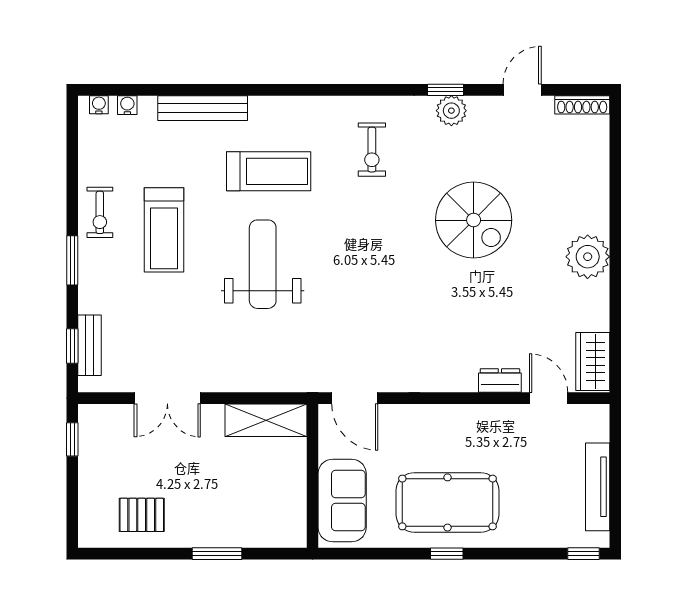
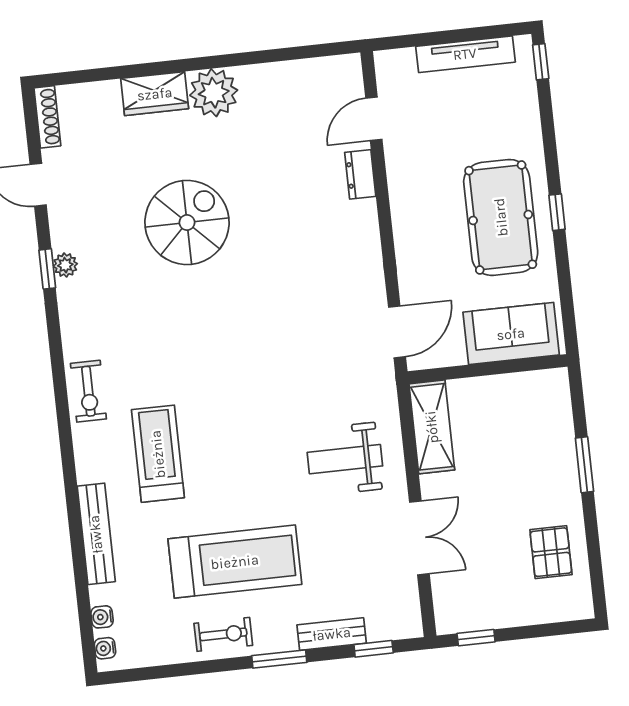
plant: (451, 111) -> (65, 265), width x0.73, depth x0.73
exercise bike: (372, 150) -> (88, 391), moved, turned 90
treadmill: (164, 230) -> (235, 562), width x1.37, depth x1.38
weight bench: (263, 264) -> (345, 459), moved, width x0.73, depth x0.75
bench: (89, 345) -> (332, 634), moved
wardrobe: (593, 361) -> (155, 94), moved

